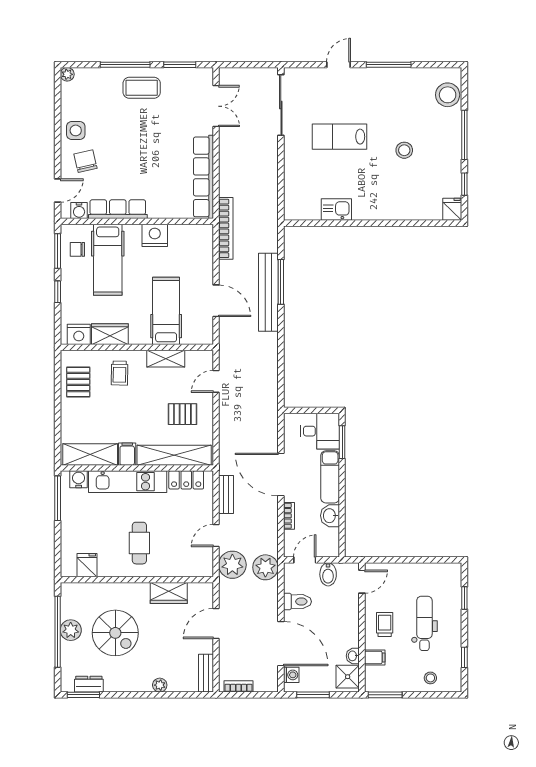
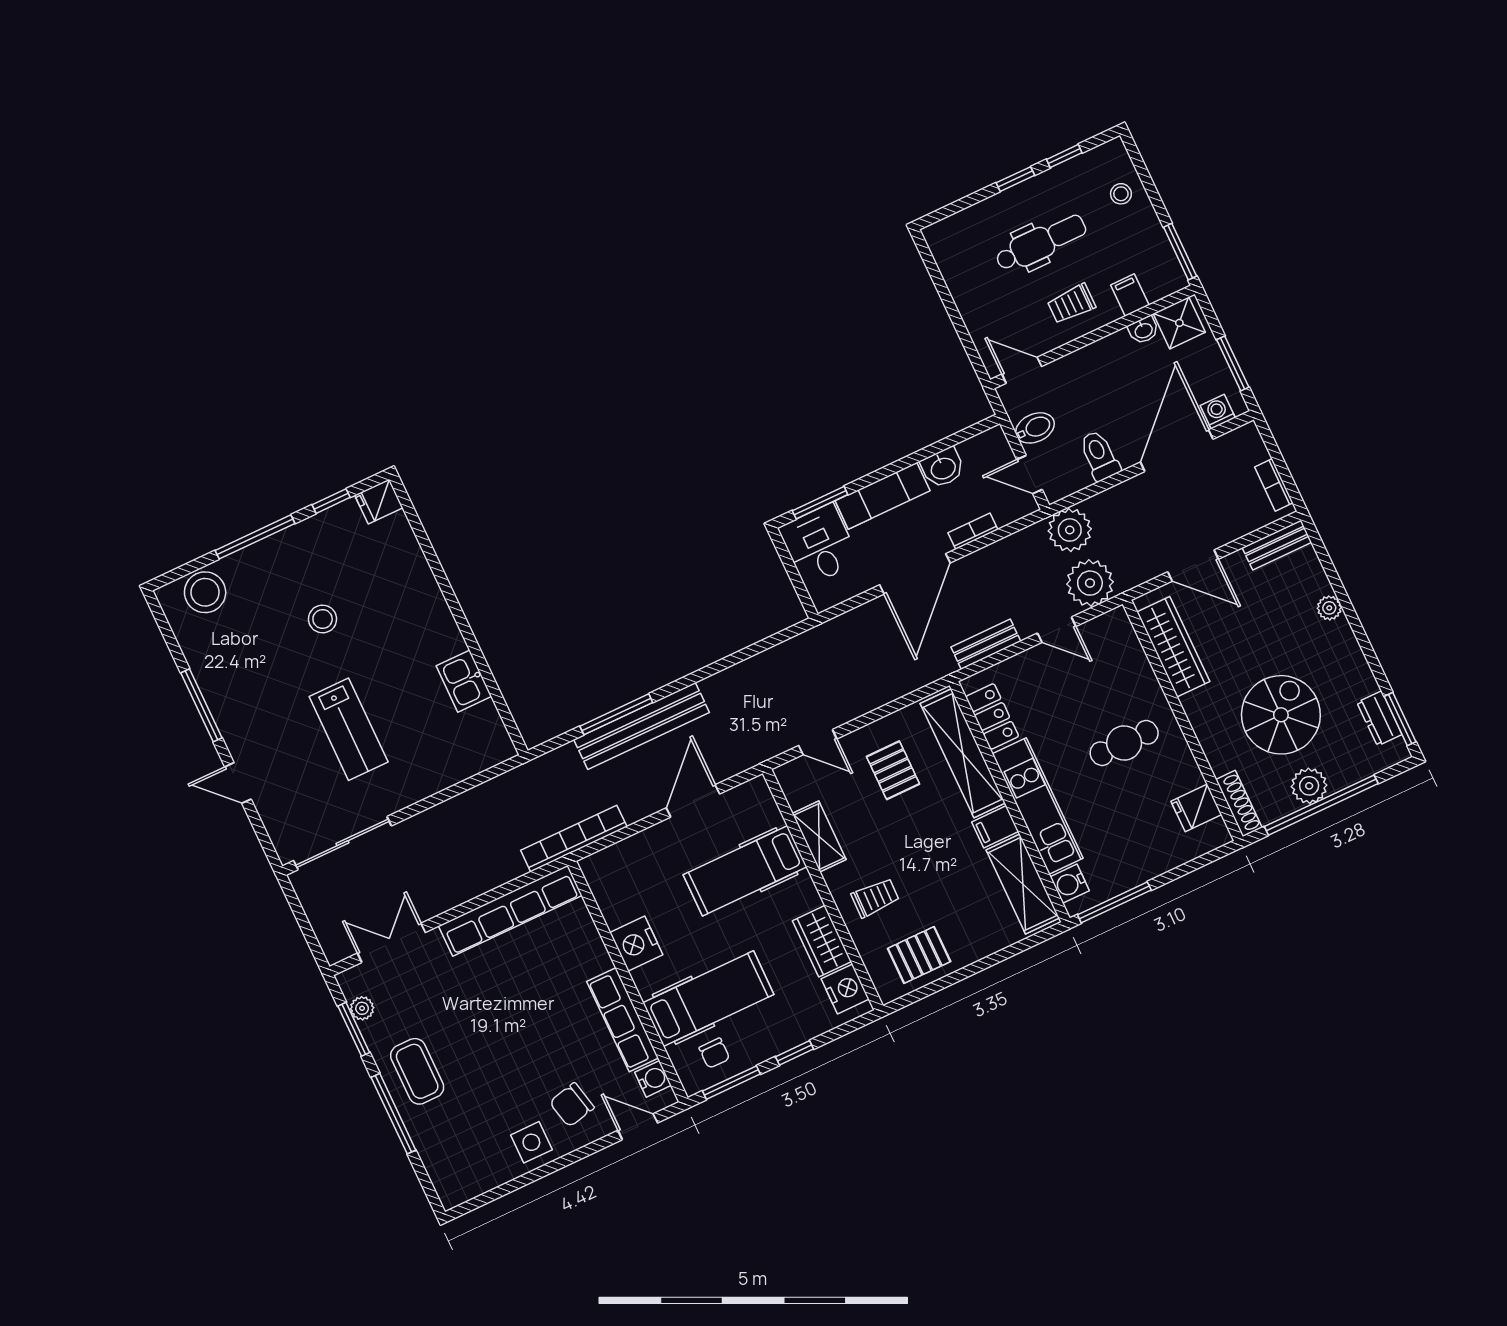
plant: (67, 74) -> (362, 1008), moved
shoe rack: (79, 589) -> (1239, 804), added
wardrobe: (169, 593) -> (1173, 647), width x1.50
window: (464, 598) -> (1015, 179), moved
dental chair: (424, 623) -> (1041, 243), turned 180

